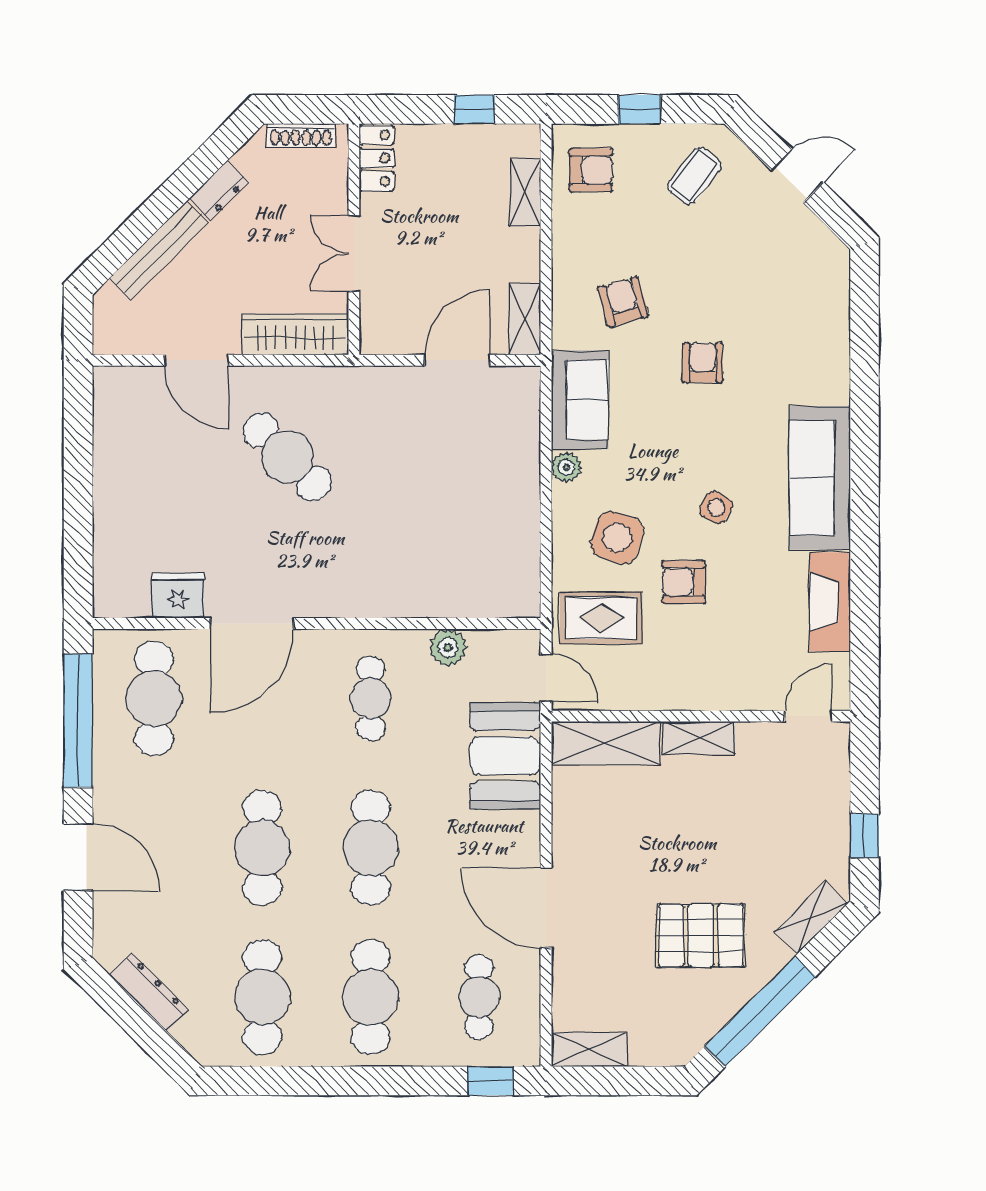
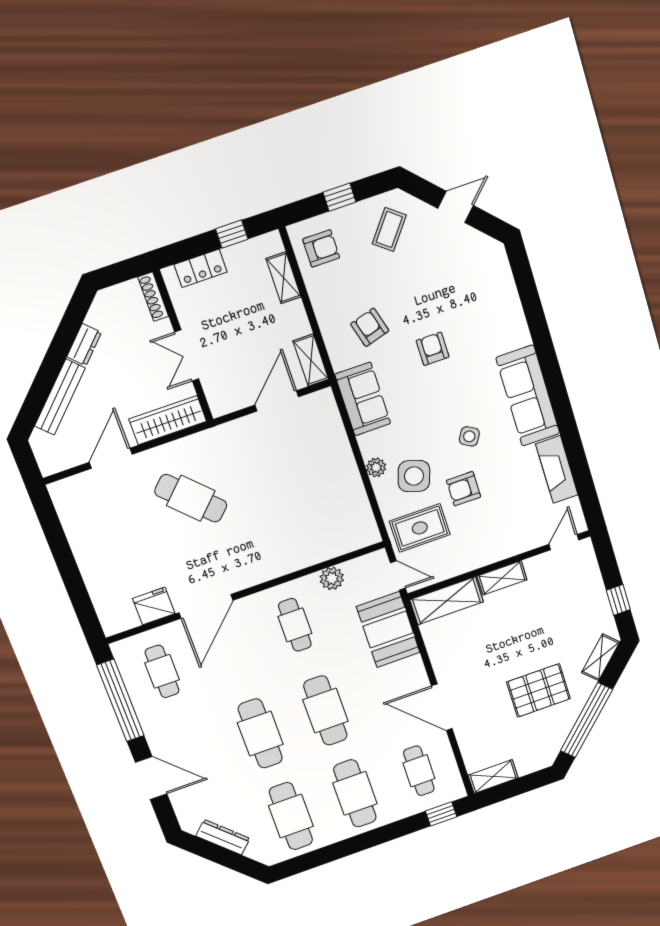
shoe rack: (301, 135) -> (153, 297), moved, turned 90
locker: (377, 158) -> (201, 268), moved, turned 90
door: (196, 360) -> (111, 458), swing flipped
plant: (567, 467) -> (376, 467), moved
cafe table: (154, 698) -> (162, 671), width x0.73, depth x0.74

